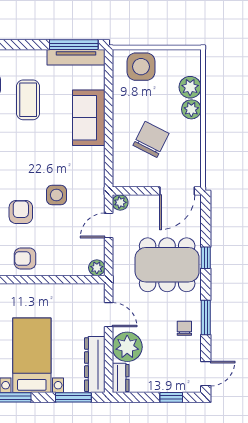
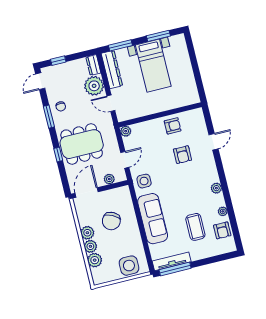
sofa: (89, 118) -> (153, 219), width x1.36
plant: (191, 131) -> (87, 233), added
side table: (56, 195) -> (144, 181), moved
plant: (120, 202) -> (109, 179), moved

